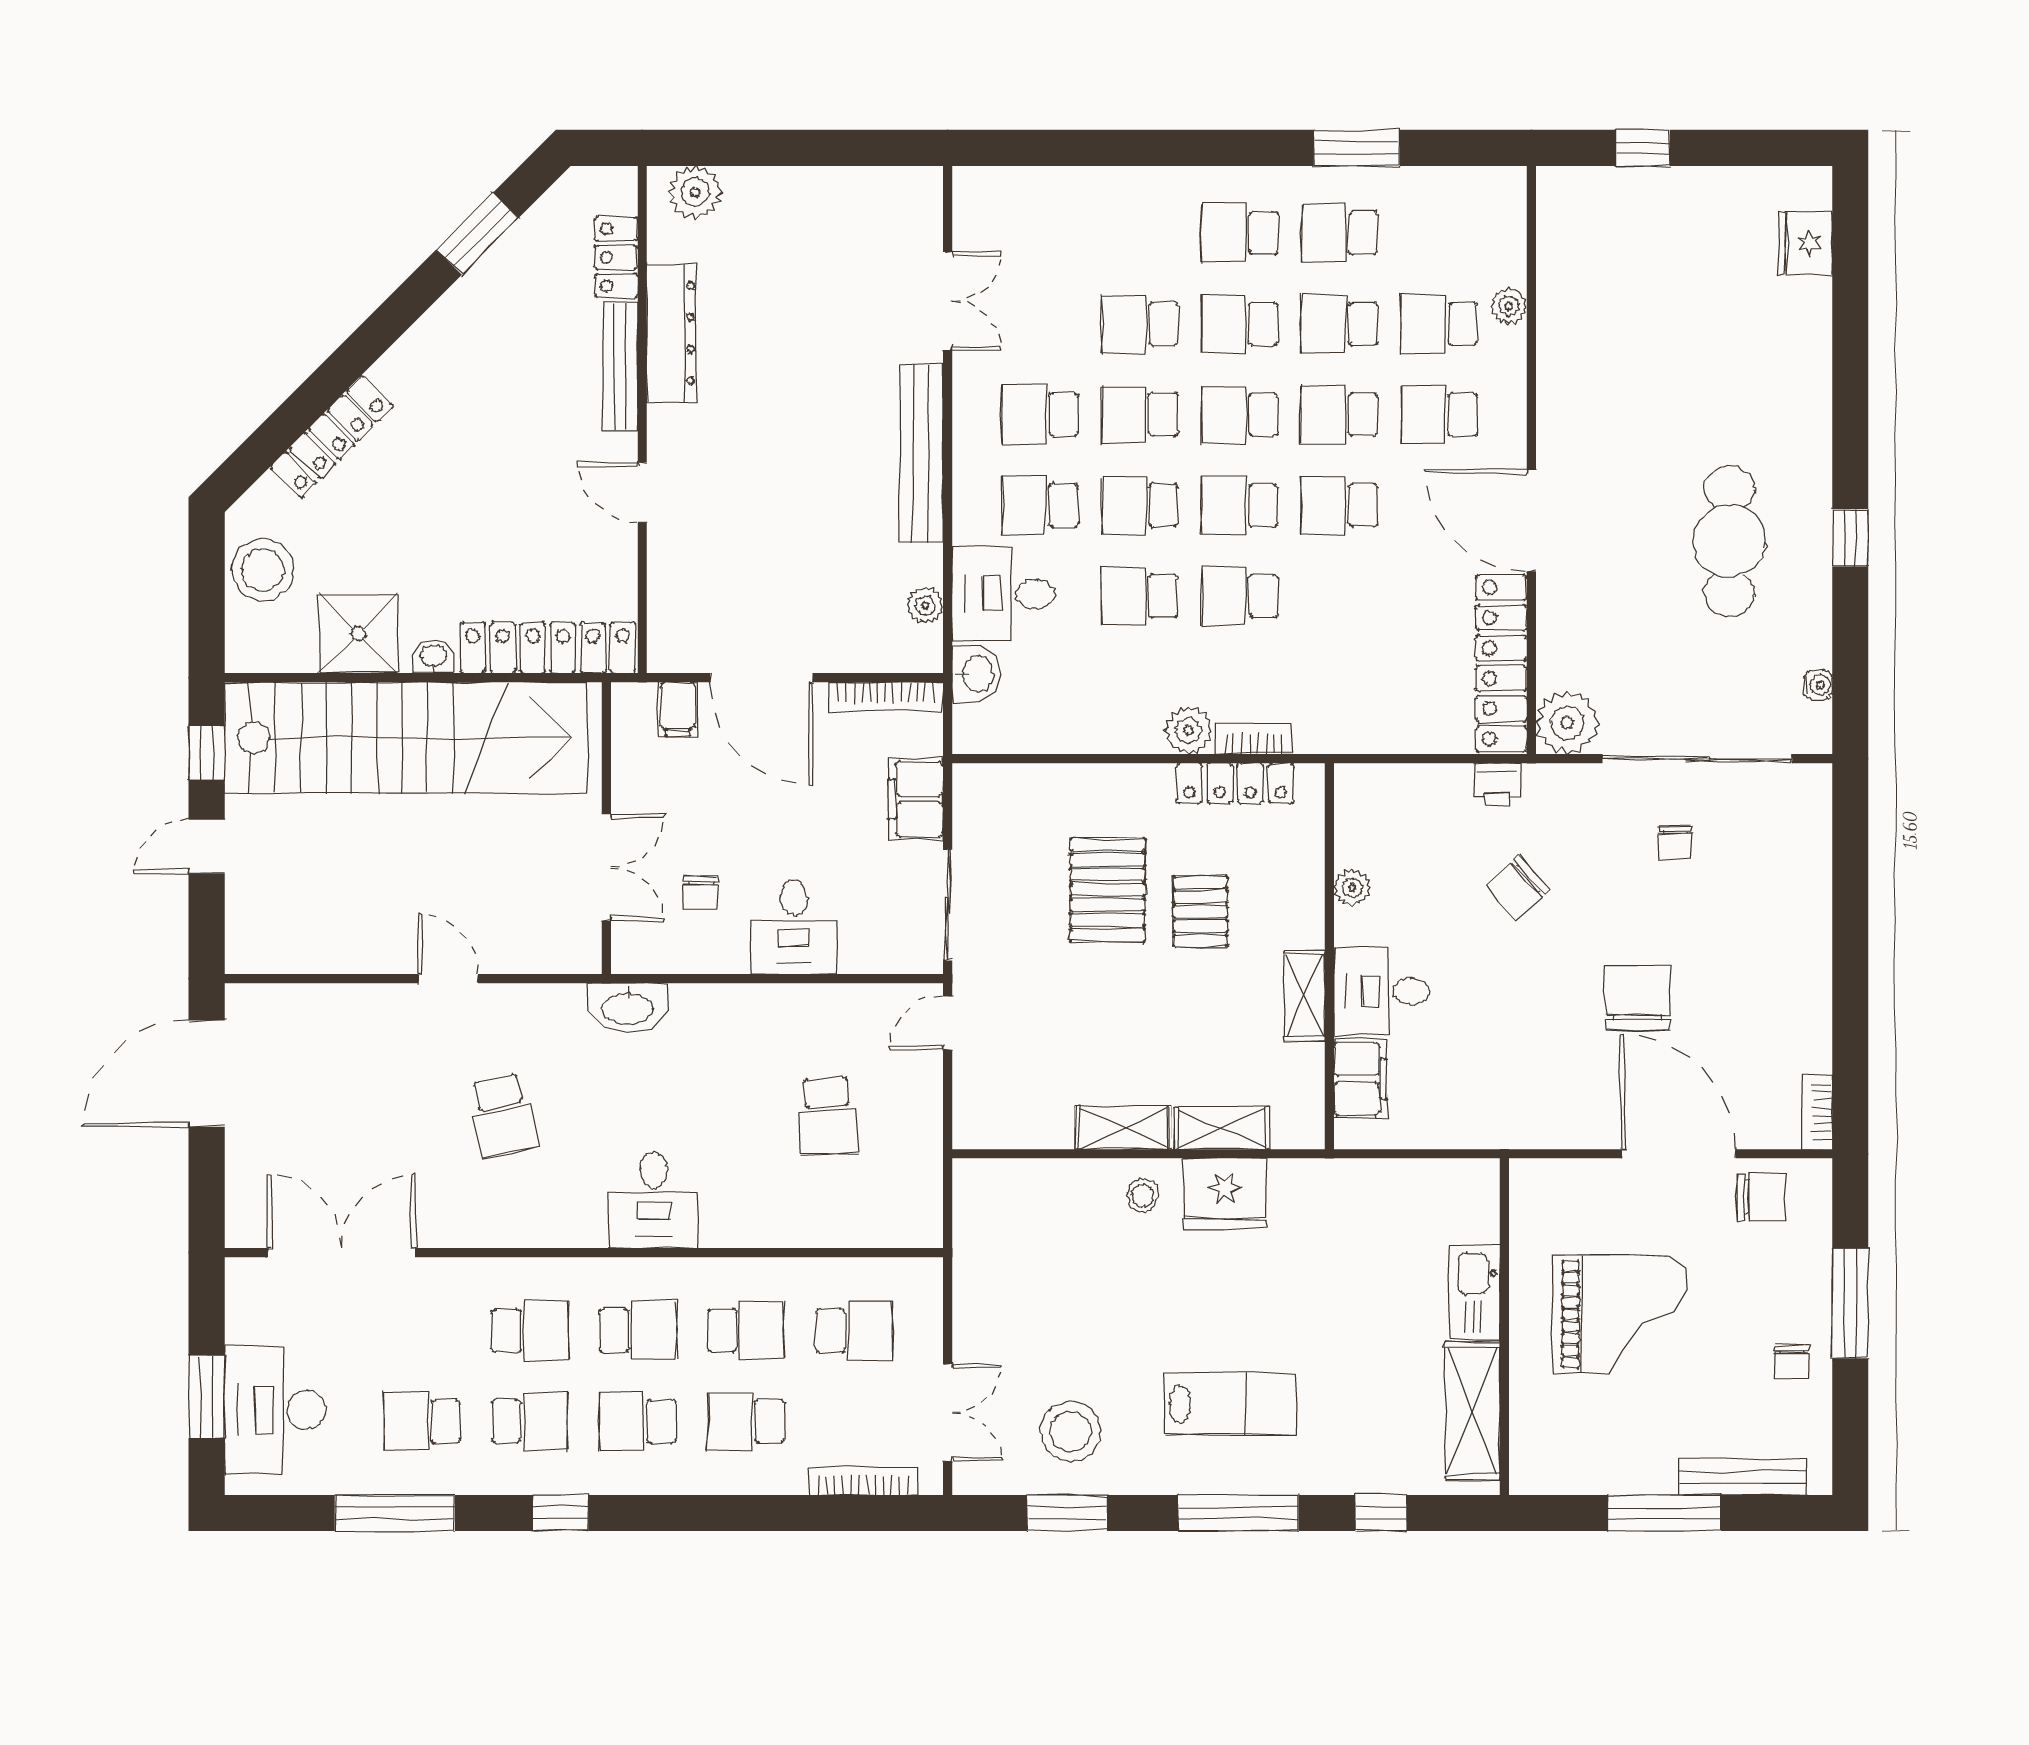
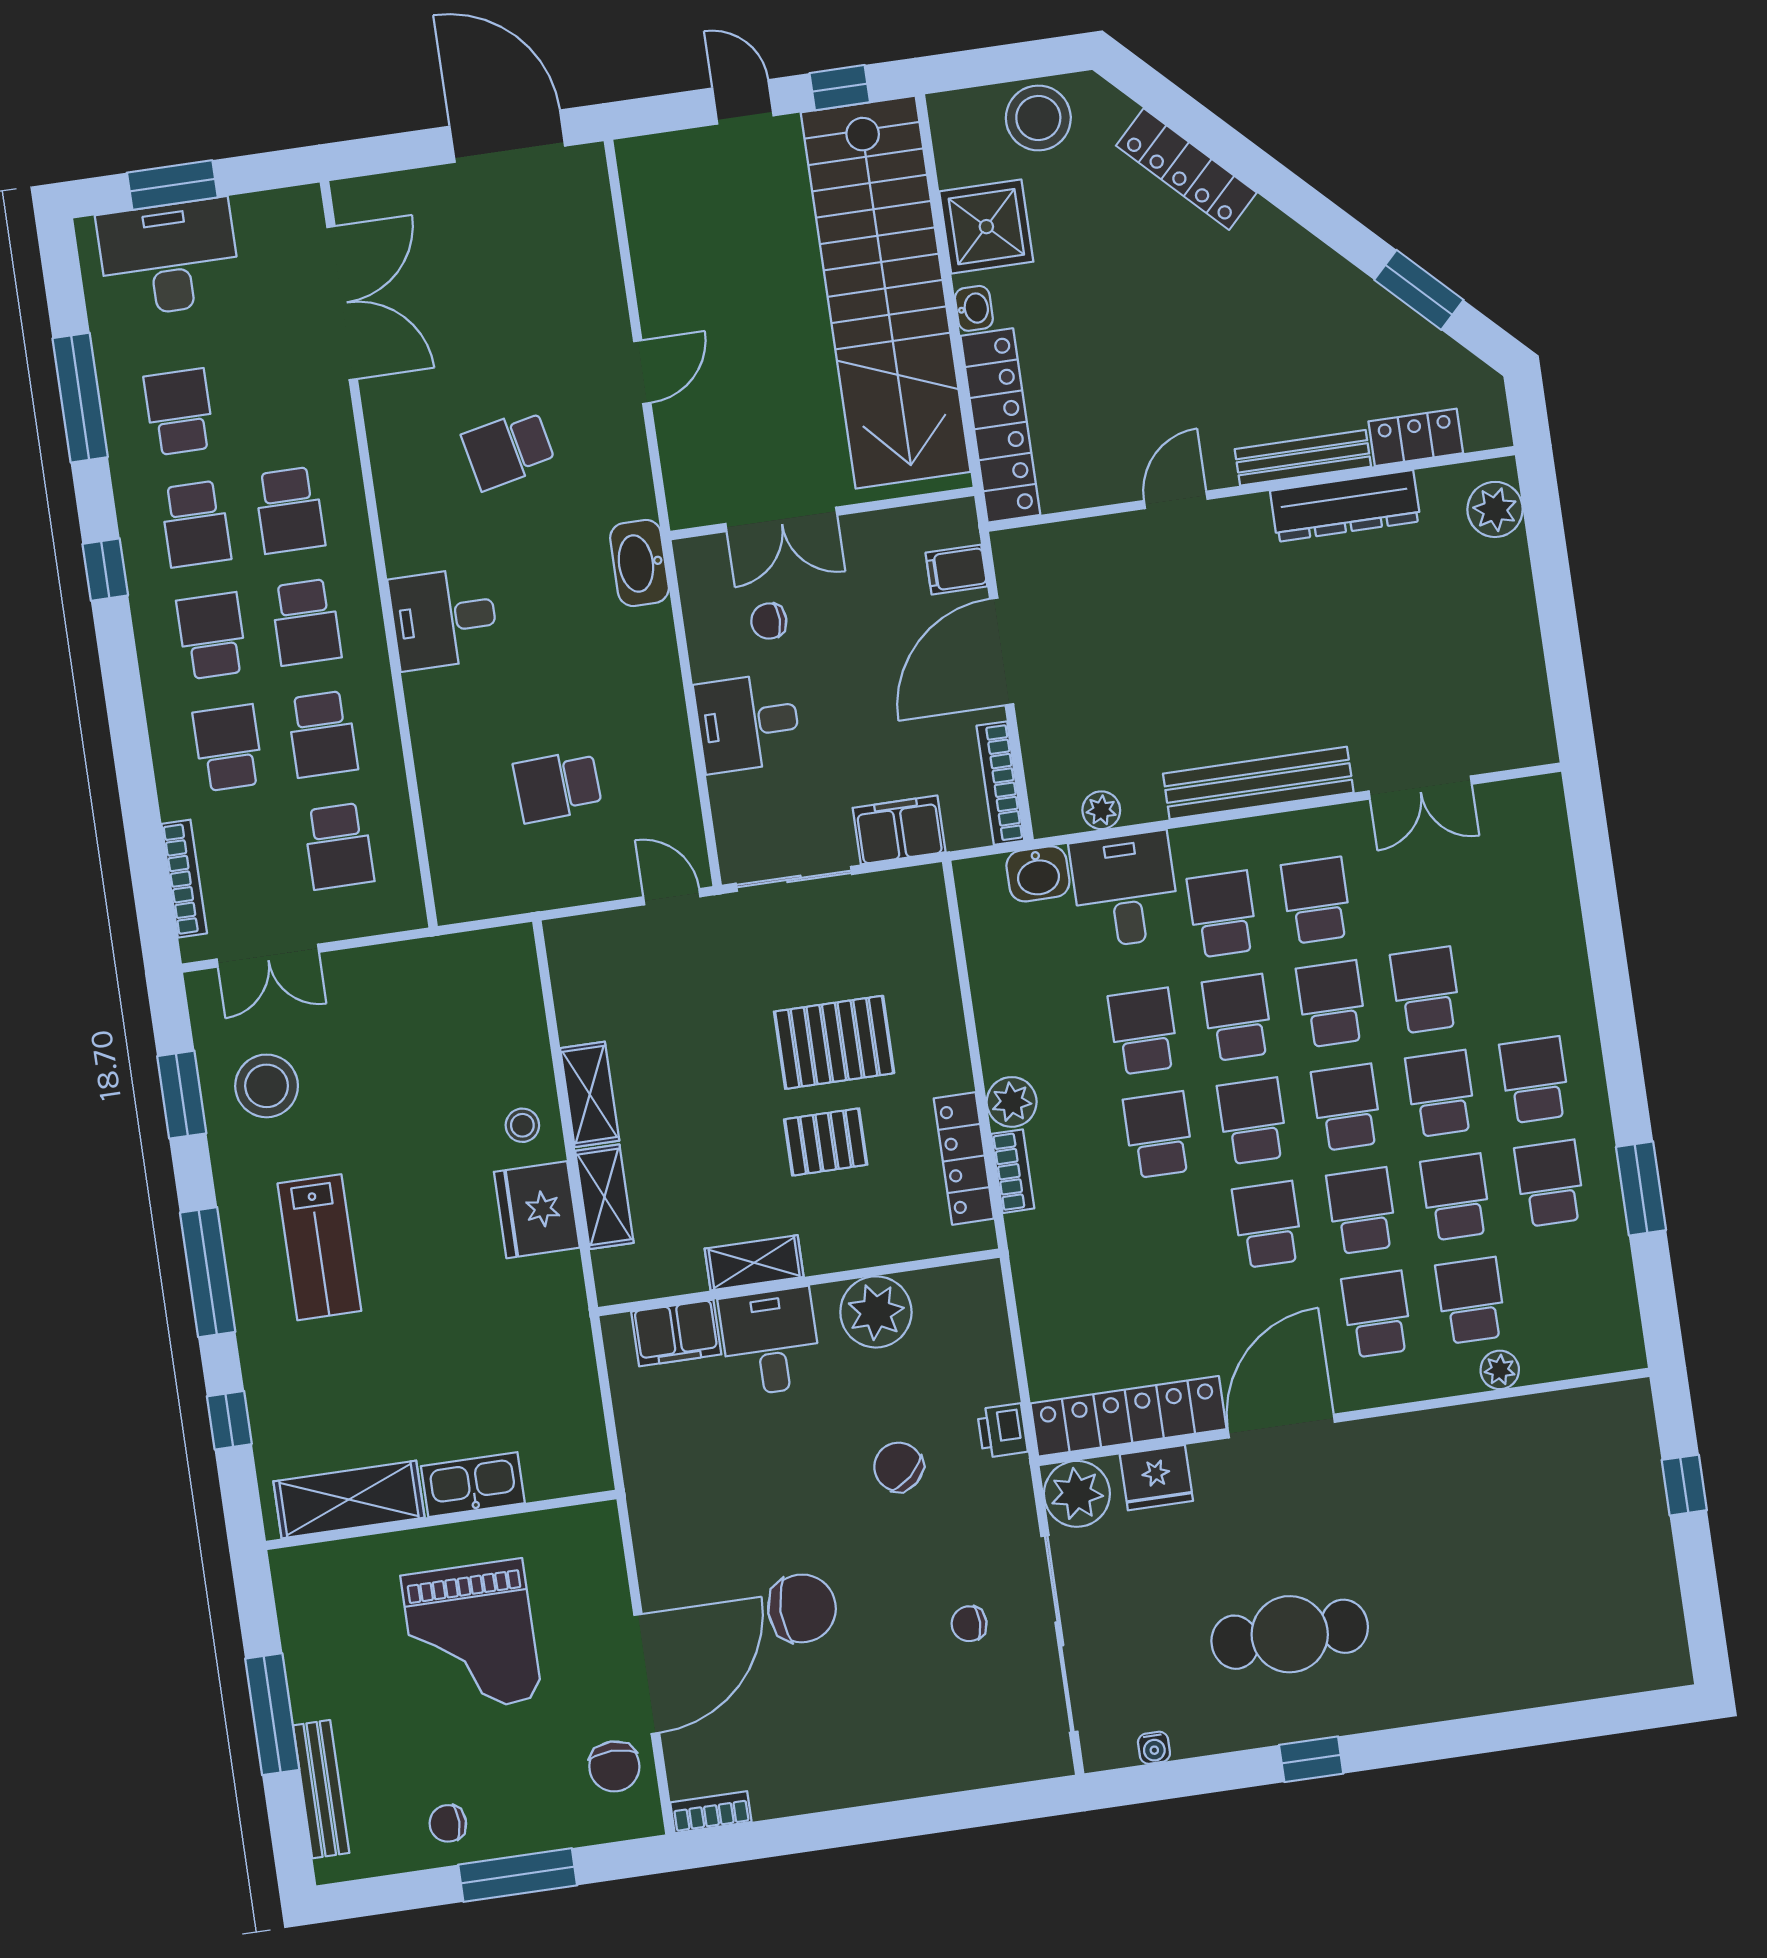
fridge: (1805, 243) -> (1156, 1478), moved, turned 180
plant: (1352, 887) -> (876, 1312), width x1.88, depth x1.88

